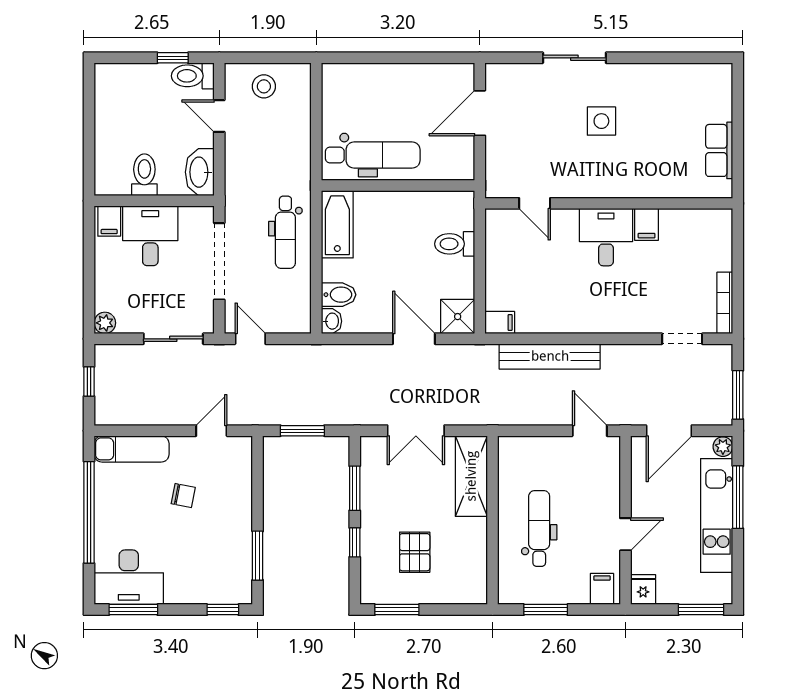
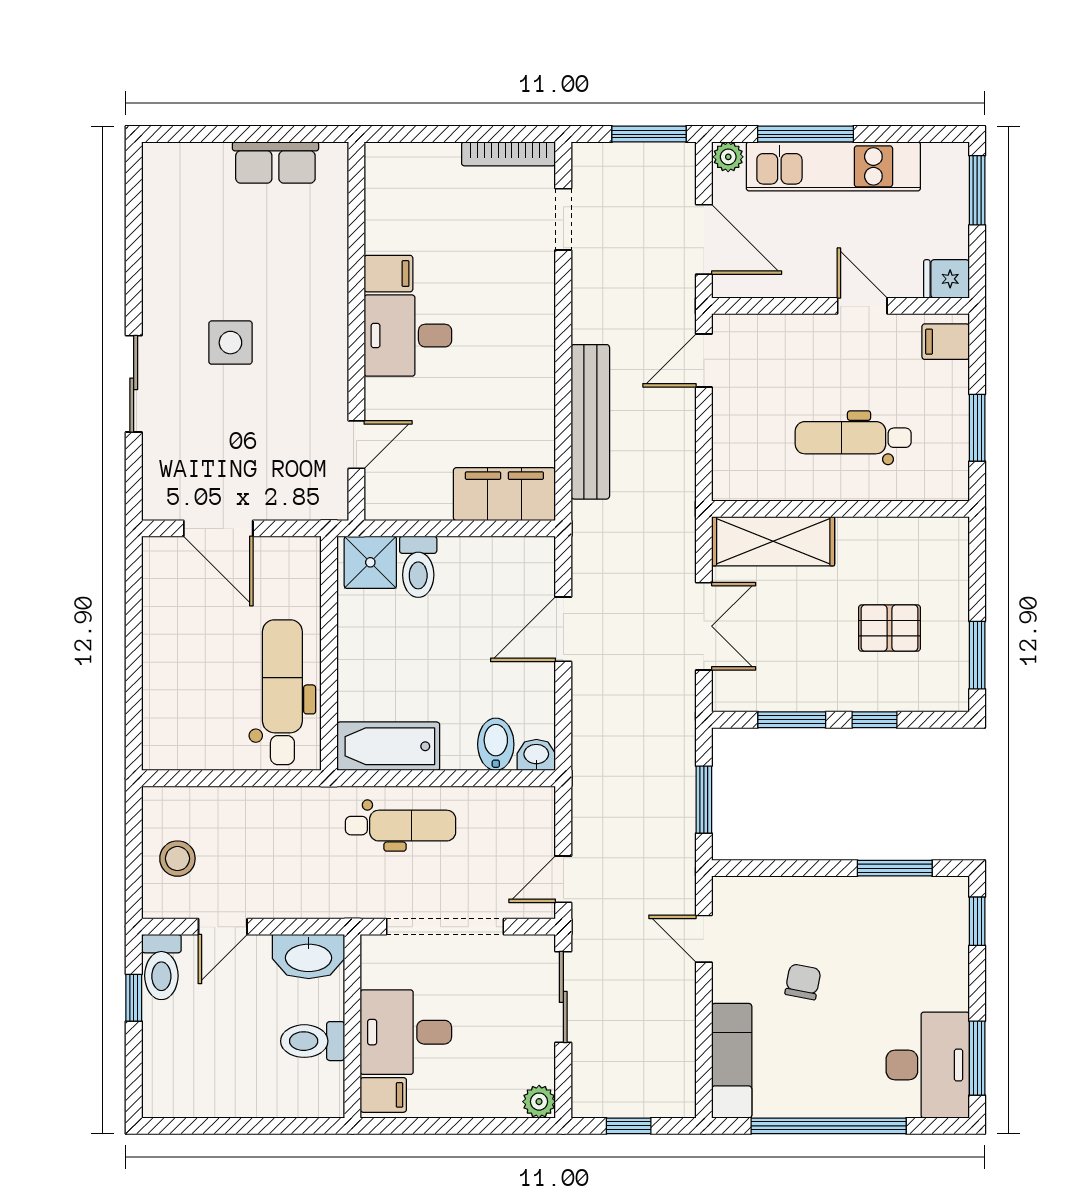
shower: (458, 317) -> (370, 562), moved
filing cabinet: (500, 323) -> (504, 494), width x3.00, depth x1.17

